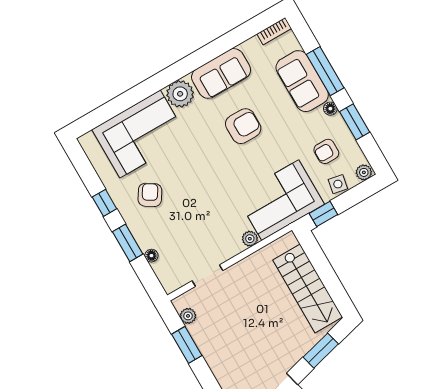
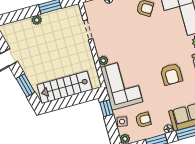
armchair: (326, 151) -> (143, 120), turned 90
plant: (188, 316) -> (37, 20), moved

